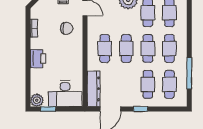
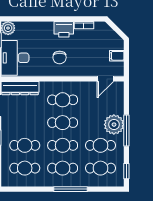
chair: (67, 28) -> (60, 57), moved
printer: (38, 59) -> (64, 29), moved
window: (189, 73) -> (71, 189), moved

